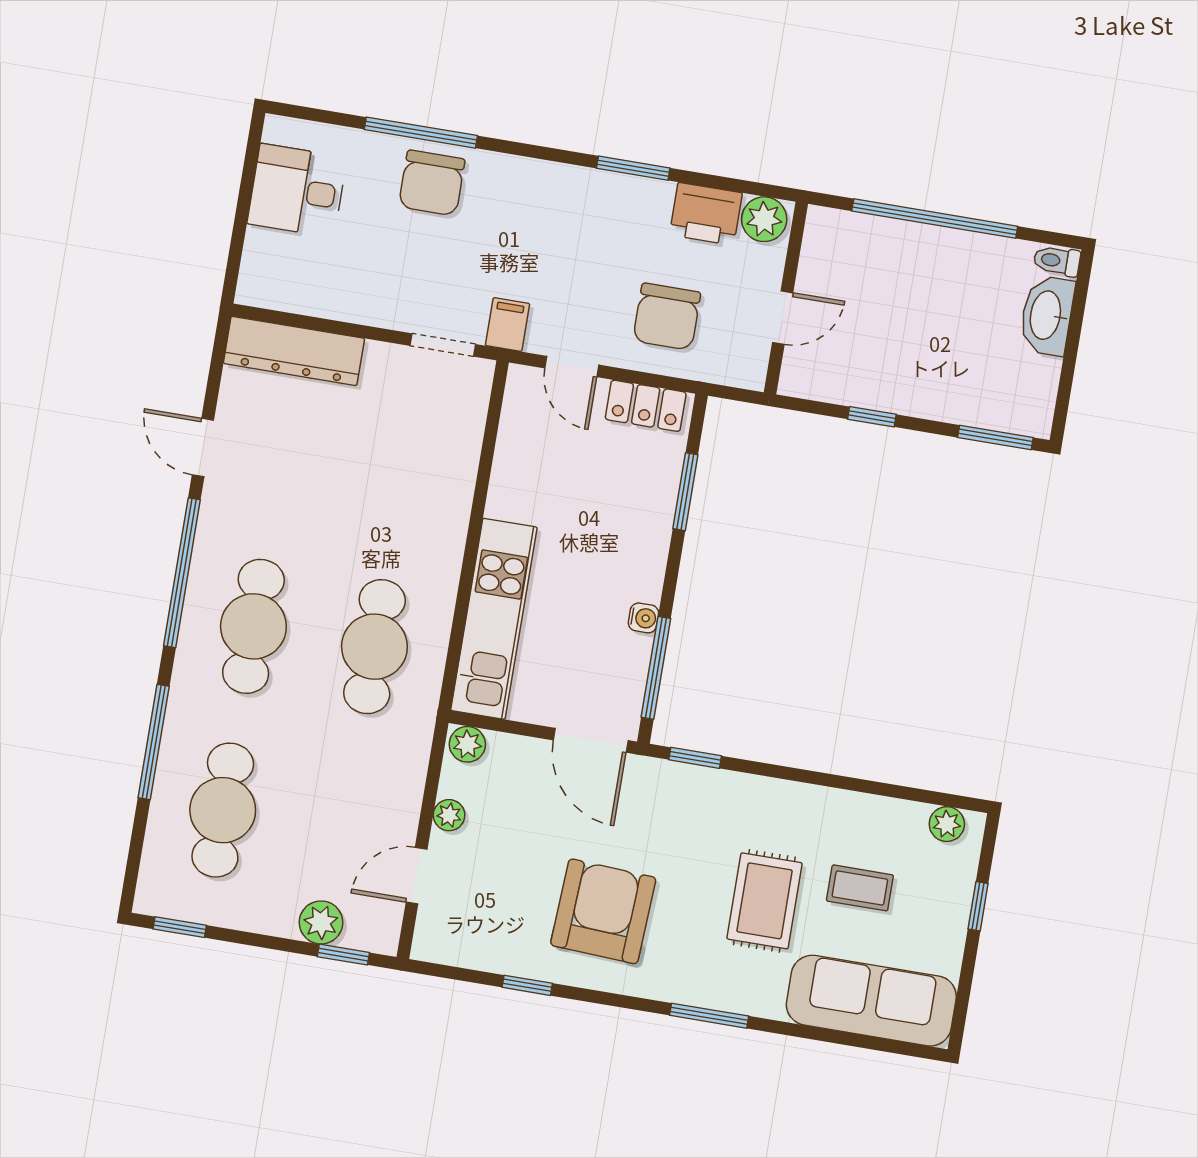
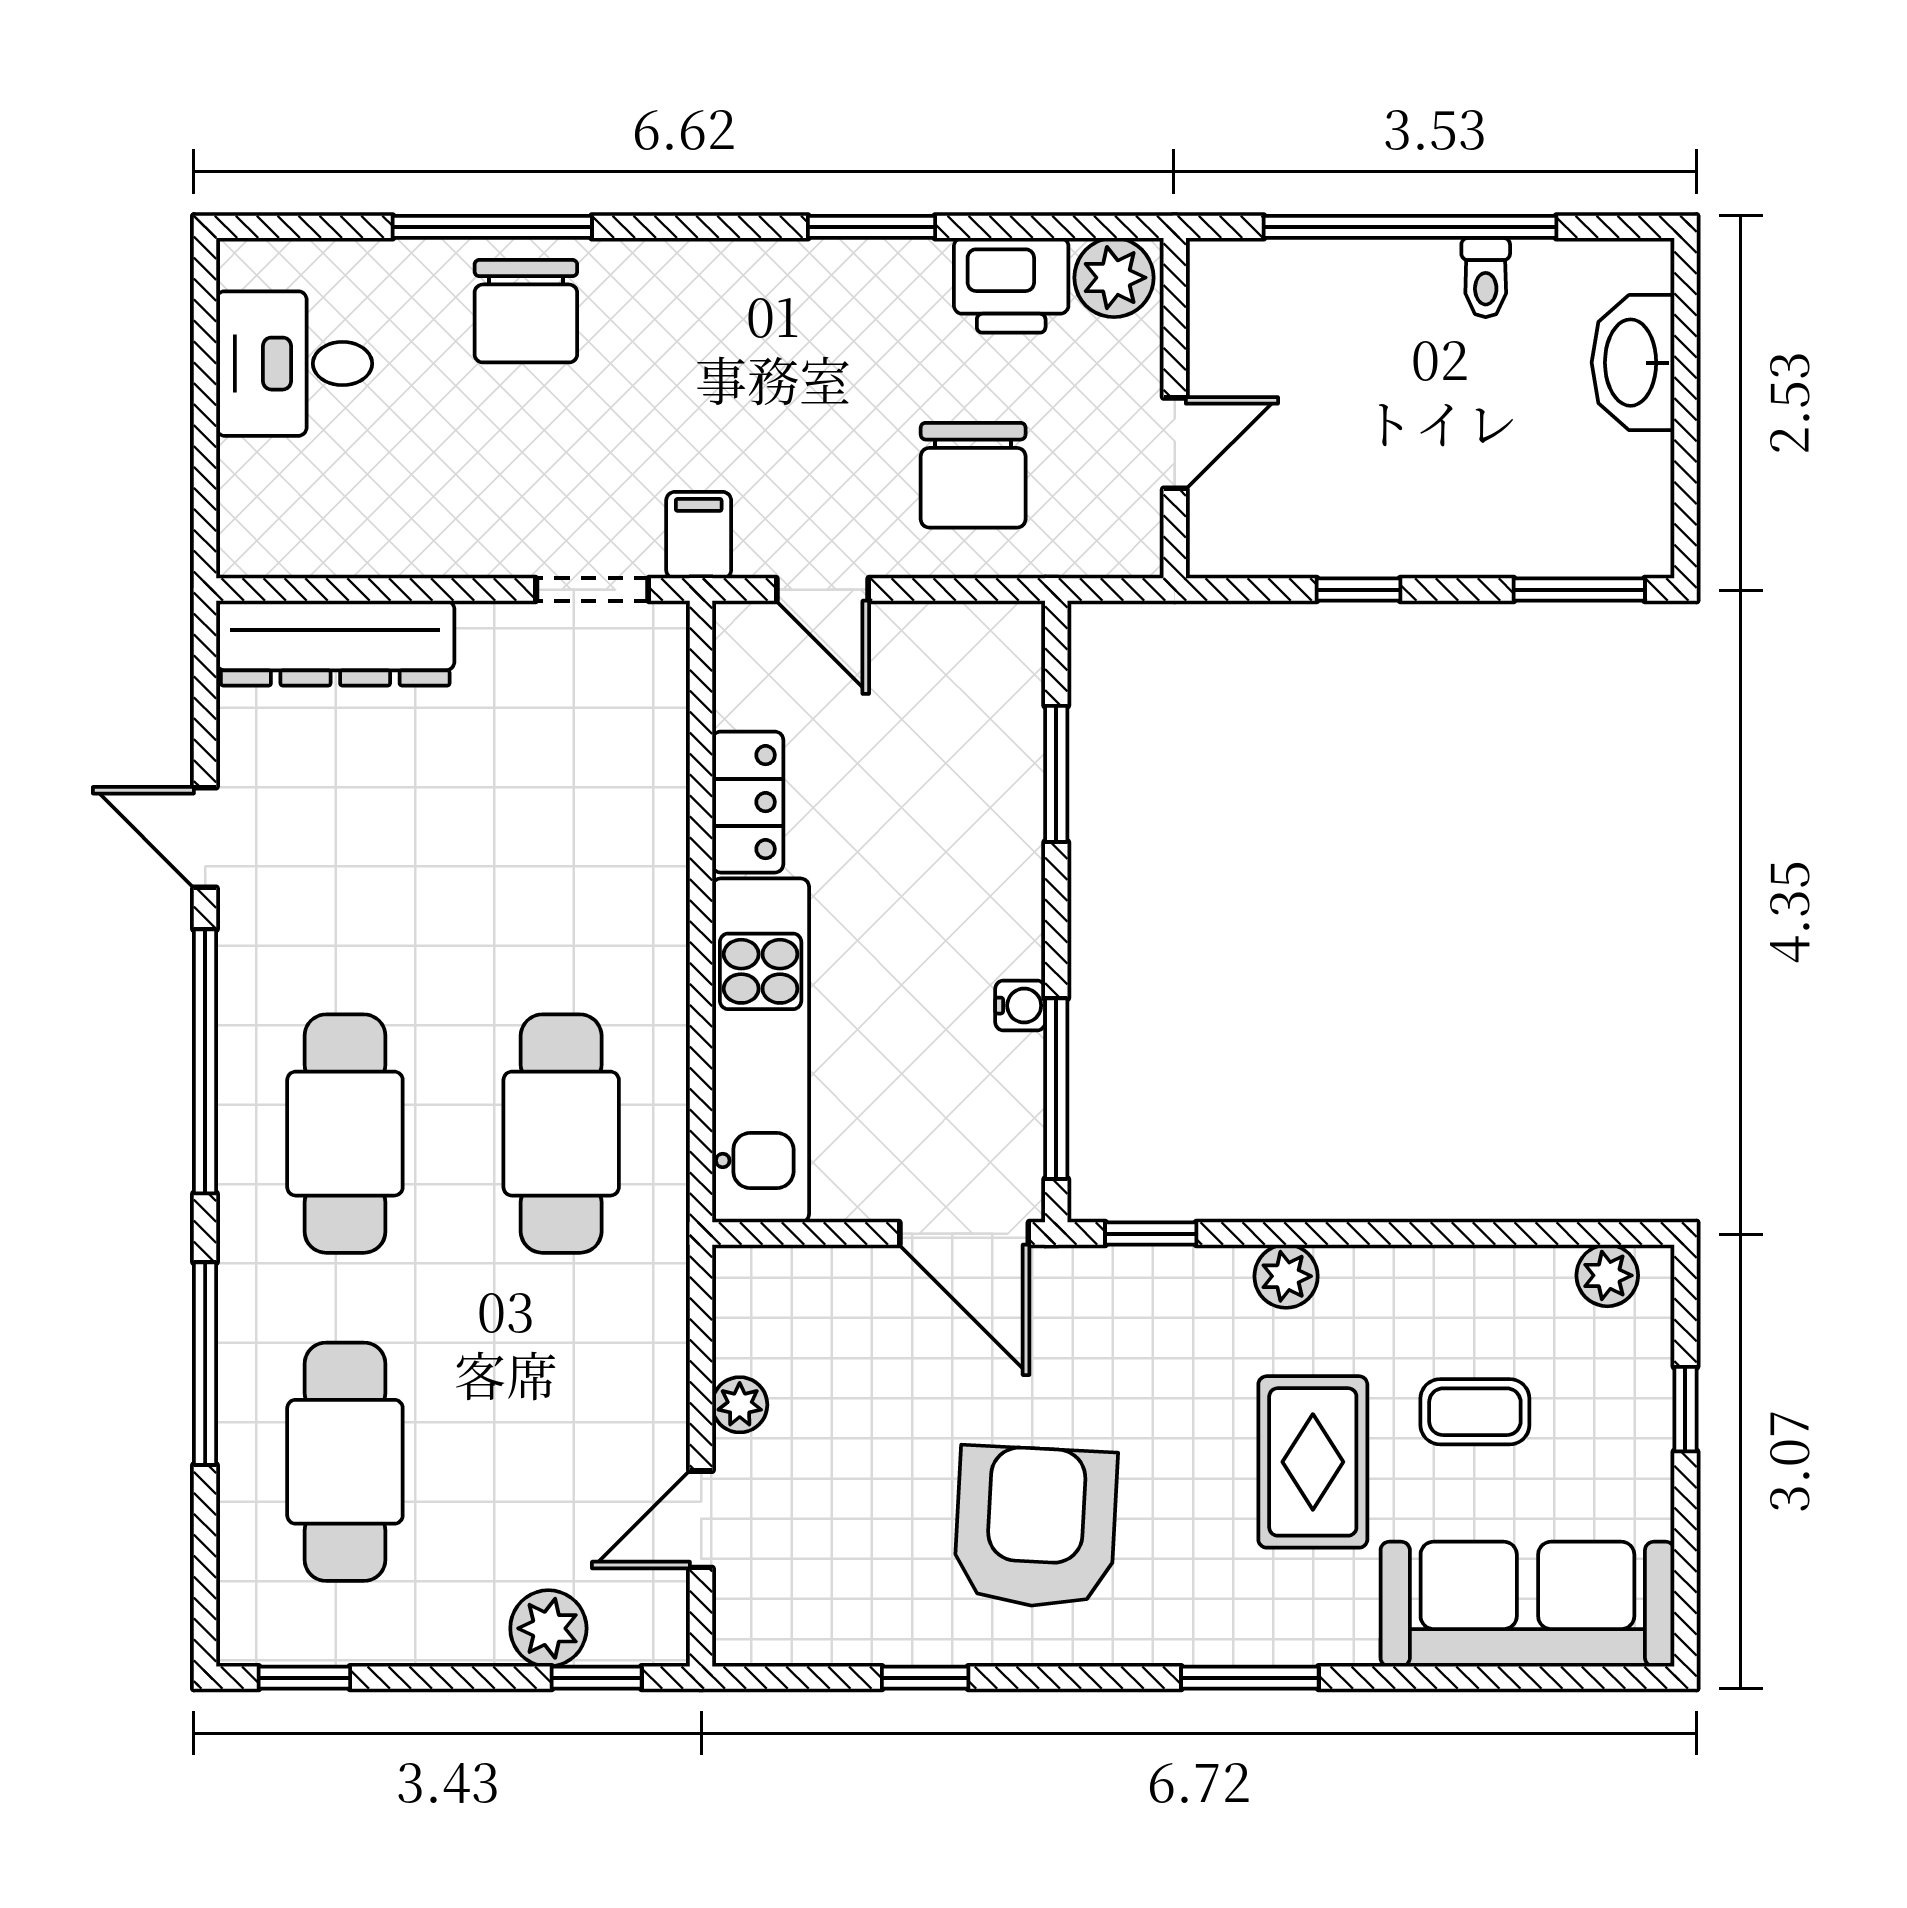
toilet: (1057, 261) -> (1486, 278), moved, turned -90
locker: (646, 406) -> (748, 802), moved, turned -90
plant: (467, 744) -> (1286, 1276), moved

